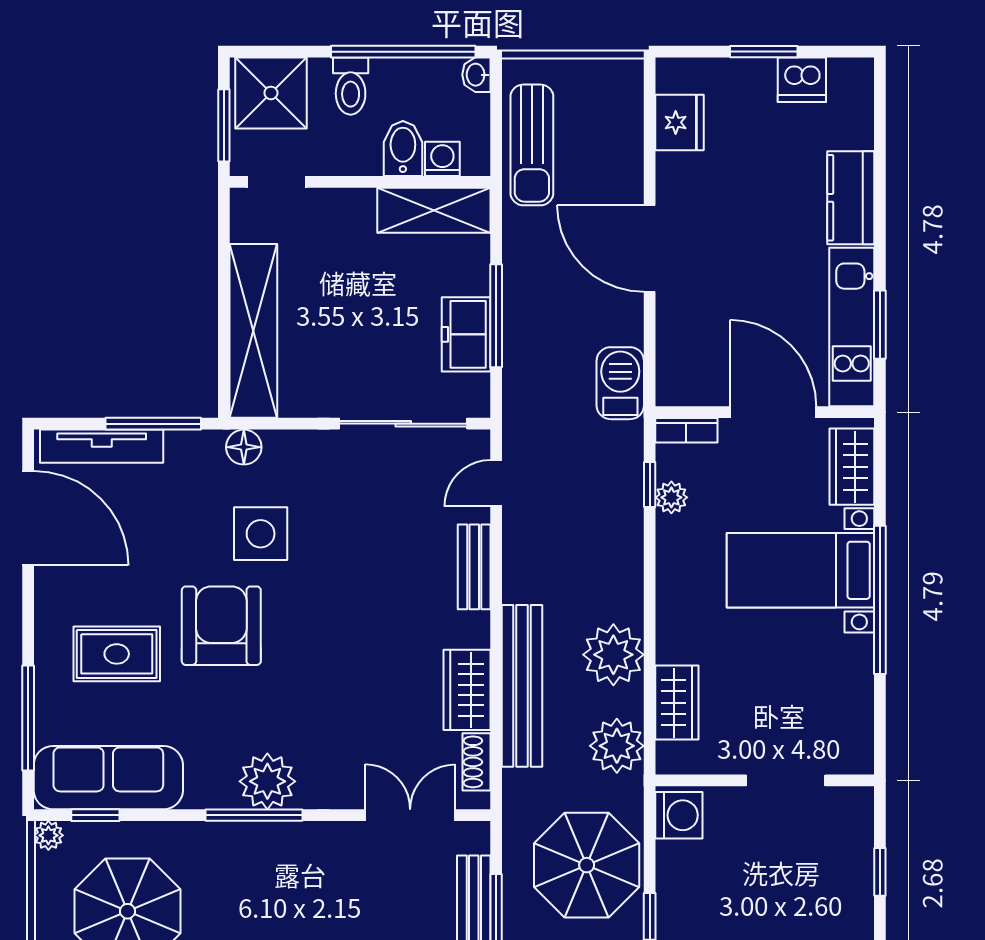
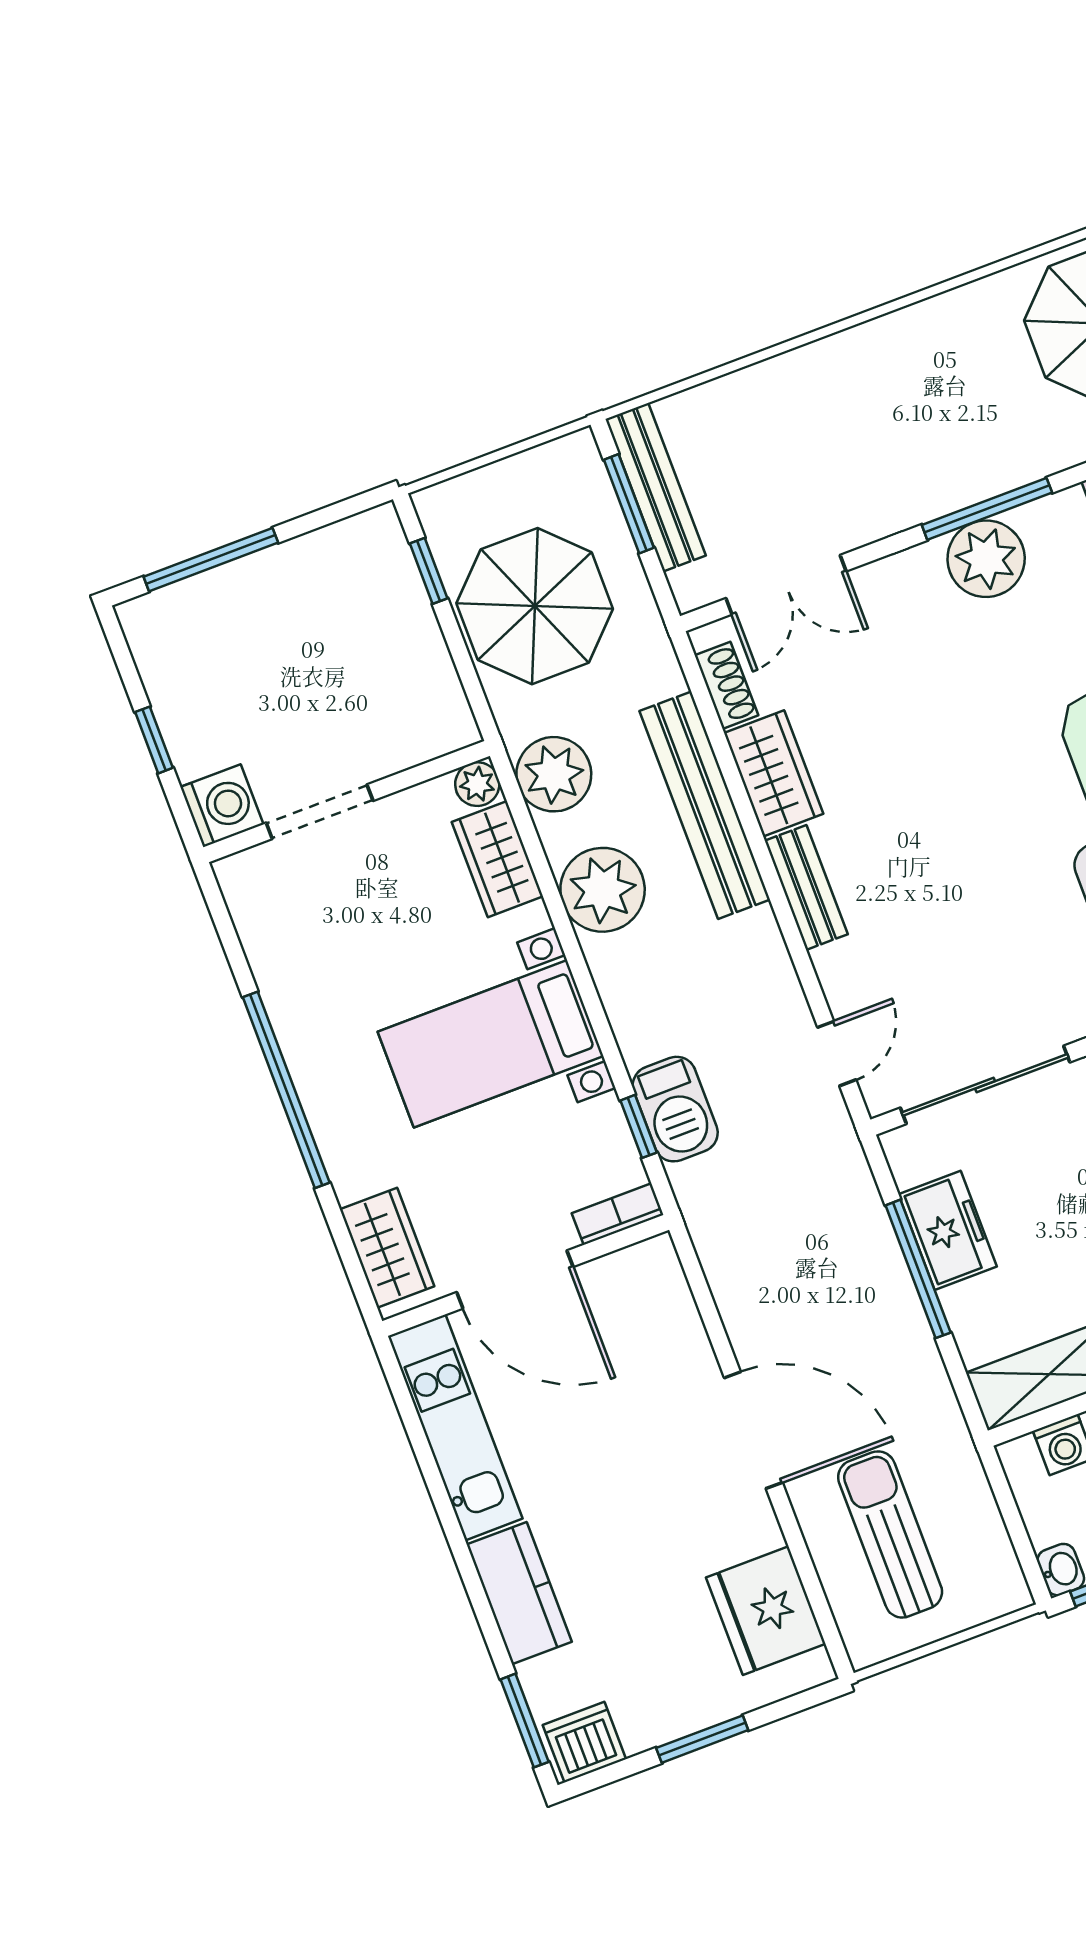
dishwasher: (802, 80) -> (584, 1742), moved
fridge: (679, 122) -> (766, 1611), width x1.36, depth x1.34
sun lounger: (532, 145) -> (890, 1534), moved
window: (880, 325) -> (525, 1721), moved
barbecue: (620, 383) -> (675, 1109), moved
plant: (671, 497) -> (477, 784), moved
bench: (474, 567) -> (806, 887), moved
bed with nightstands: (800, 570) -> (491, 1044), moved, turned 180
washing machine: (679, 815) -> (222, 806), moved, turned 180

